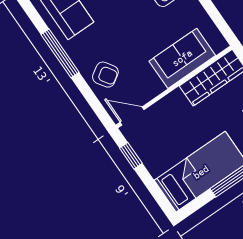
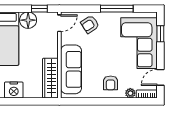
sofa: (182, 58) -> (71, 69), width x1.36
floor lamp: (157, 160) -> (28, 20), added

